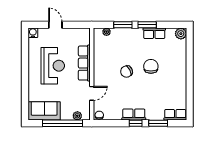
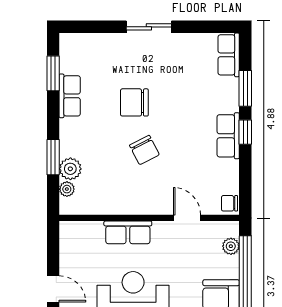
door: (55, 25) -> (53, 289), swing flipped
window: (147, 25) -> (53, 73), moved
plant: (181, 34) -> (70, 169), moved
row of seats: (84, 63) -> (128, 232), width x0.68
sliding door: (190, 74) -> (149, 27), added

